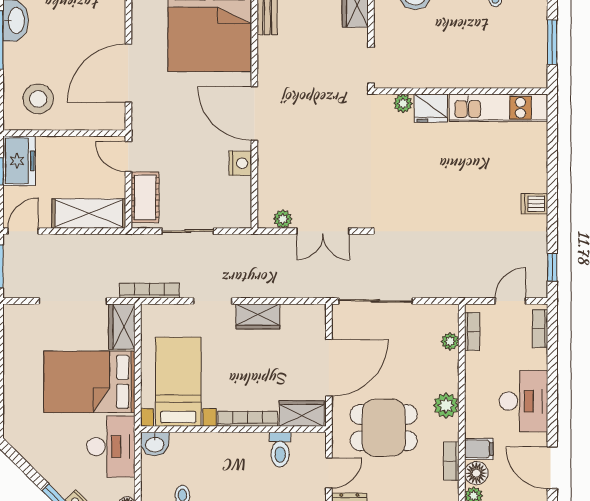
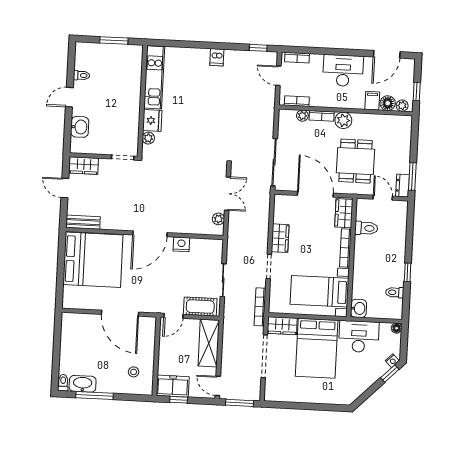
stool: (38, 99) -> (134, 372), width x0.53, depth x0.53
bookcase: (451, 461) -> (322, 116), moved

